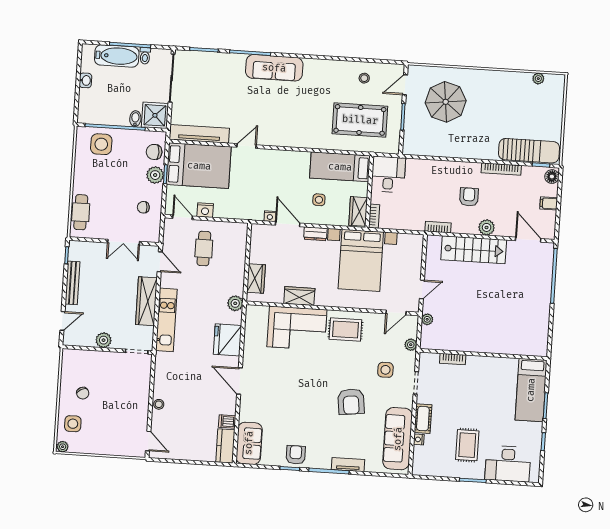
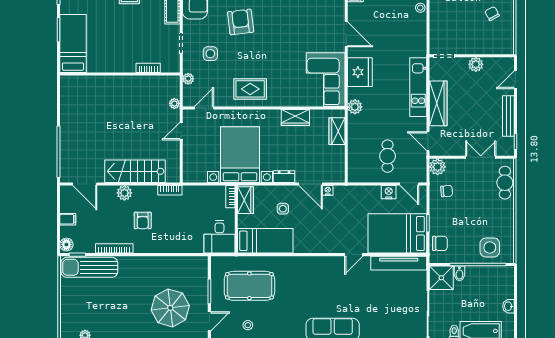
plant: (155, 175) -> (438, 167), moved
double door: (124, 242) -> (481, 157), moved
corner sofa: (297, 328) -> (326, 80), moved, turned -90

